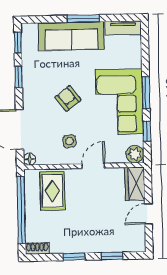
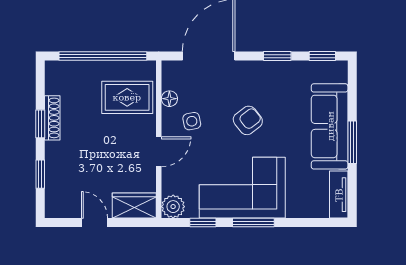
floor lamp: (30, 159) -> (169, 99), moved
door: (93, 166) -> (159, 152), hinge flipped
shoe rack: (37, 248) -> (52, 118), moved, width x1.43

